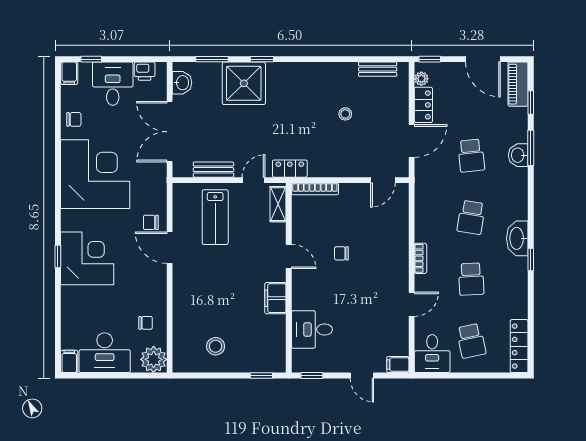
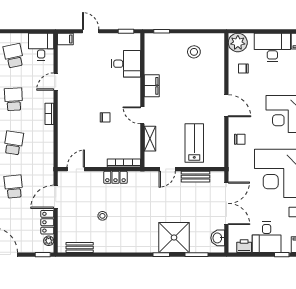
locker: (290, 169) -> (115, 177), moved
shelving: (278, 204) -> (150, 139), moved
door: (170, 248) -> (226, 106), moved

